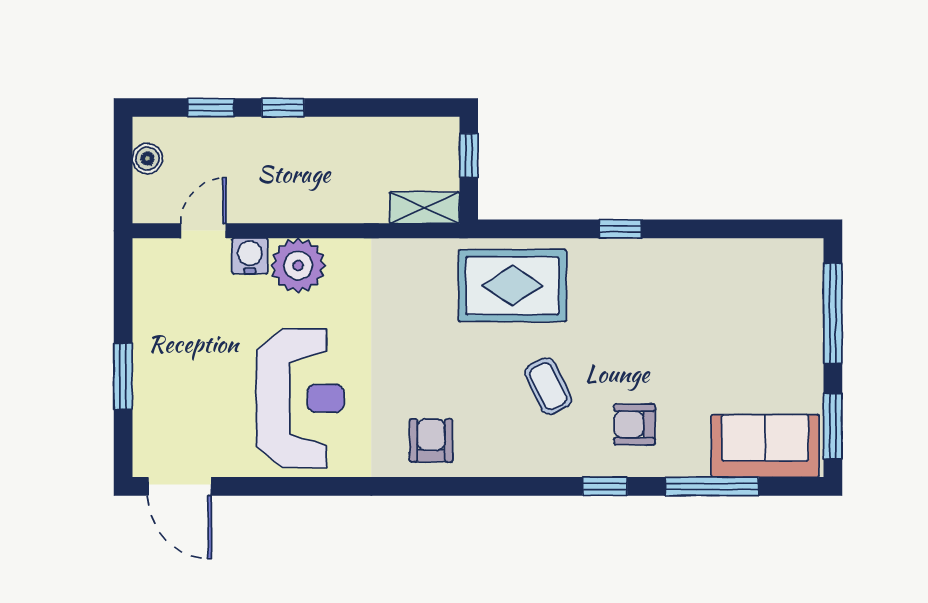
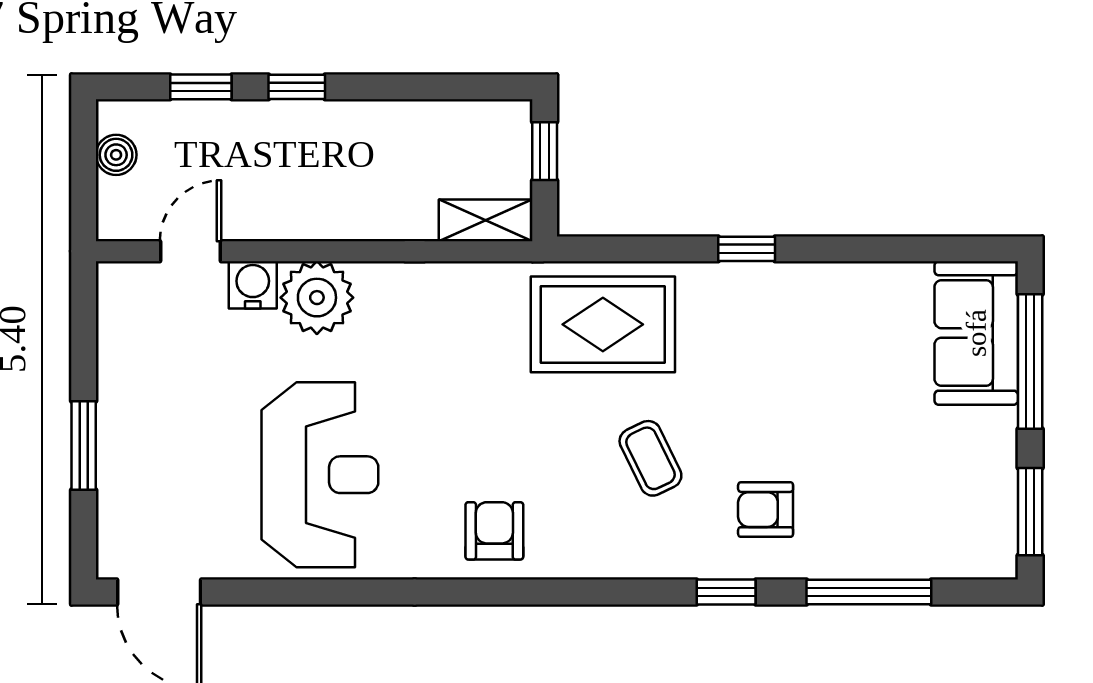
sofa: (765, 446) -> (976, 333), moved, turned -90

